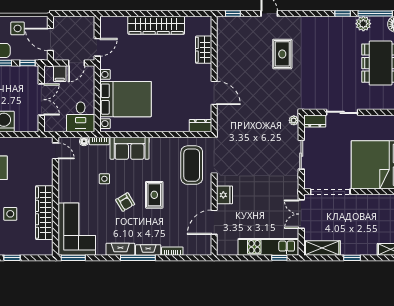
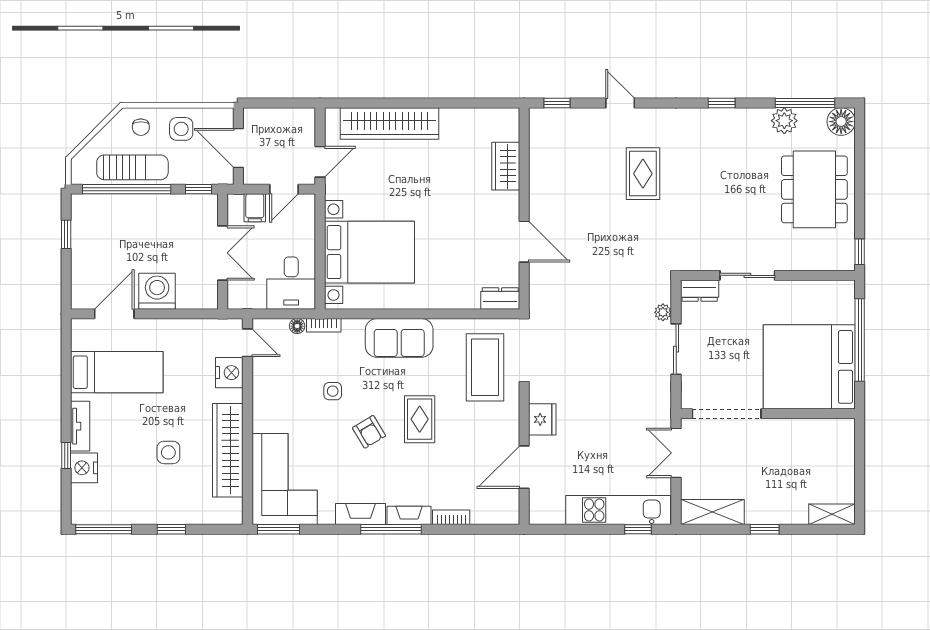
window: (343, 14) -> (722, 103), moved
wardrobe: (156, 25) -> (389, 123), moved
plant: (294, 120) -> (663, 312), moved
sofa: (130, 148) -> (399, 338), moved
nightstand: (45, 168) -> (229, 373), added

